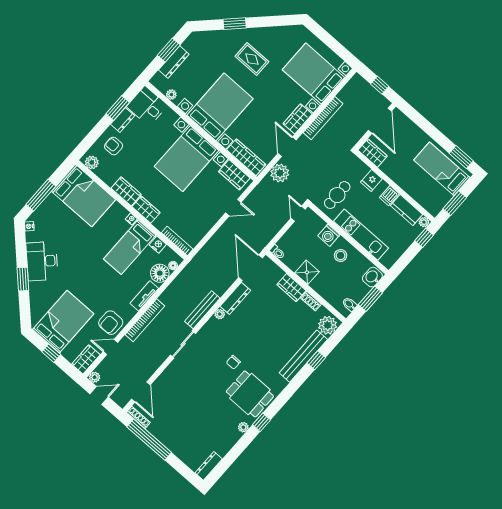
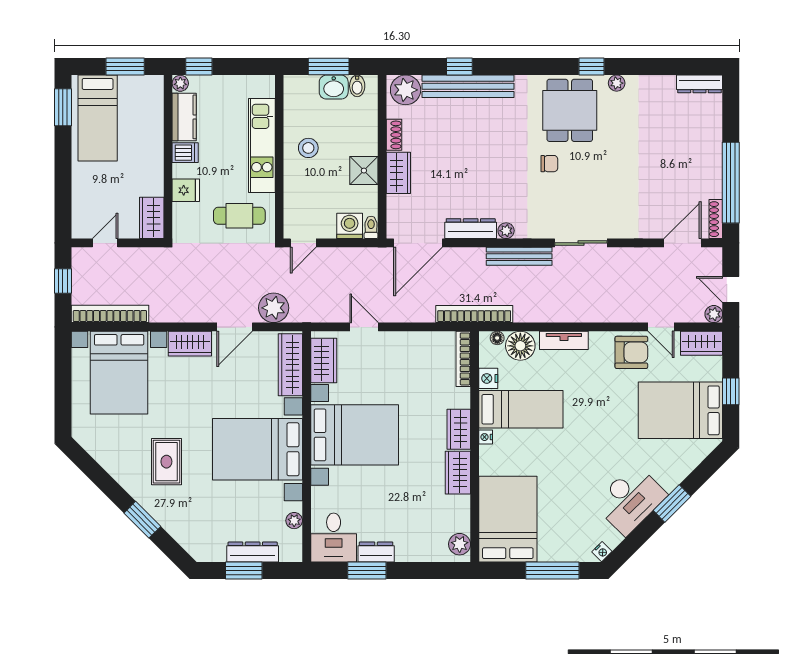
bookcase: (323, 118) -> (110, 314), moved
door: (380, 121) -> (105, 243), width x0.53
armchair: (114, 146) -> (417, 535), removed
washing machine: (329, 235) -> (350, 226), moved, turned -90
washbasin: (372, 277) -> (334, 87), moved
bookcase: (145, 320) -> (474, 314), moved

